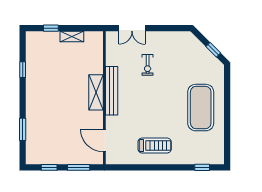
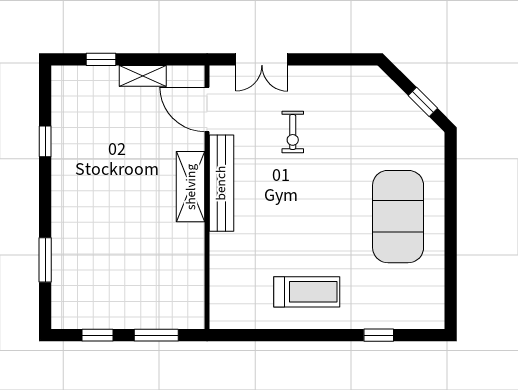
door: (104, 141) -> (207, 109), moved
window: (202, 167) -> (379, 335), moved

